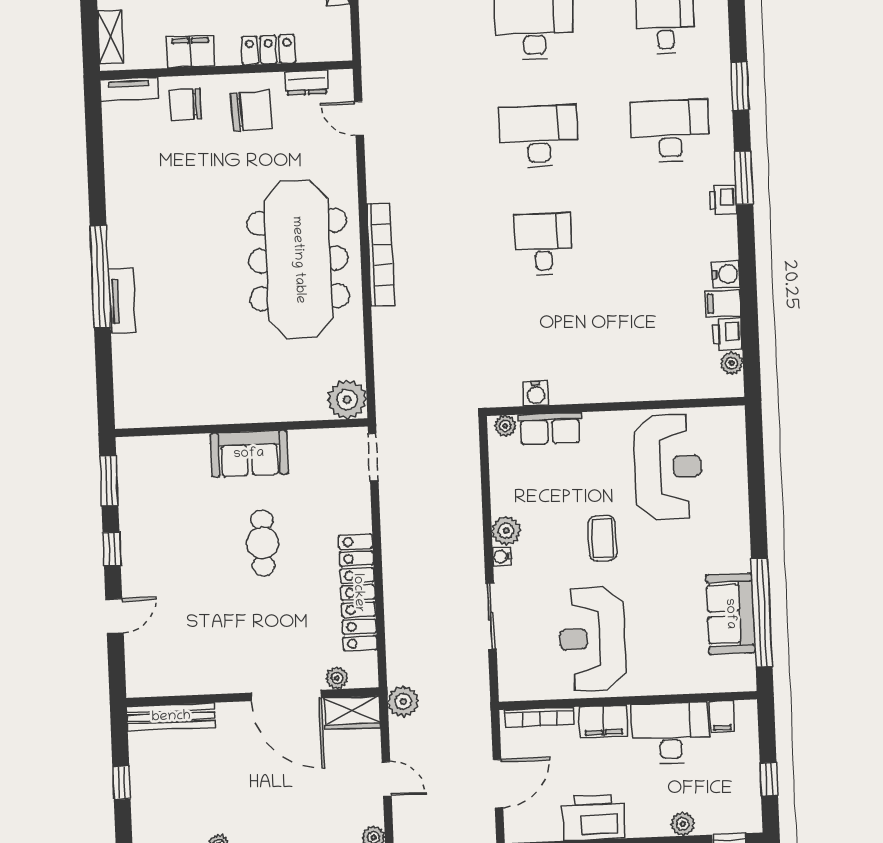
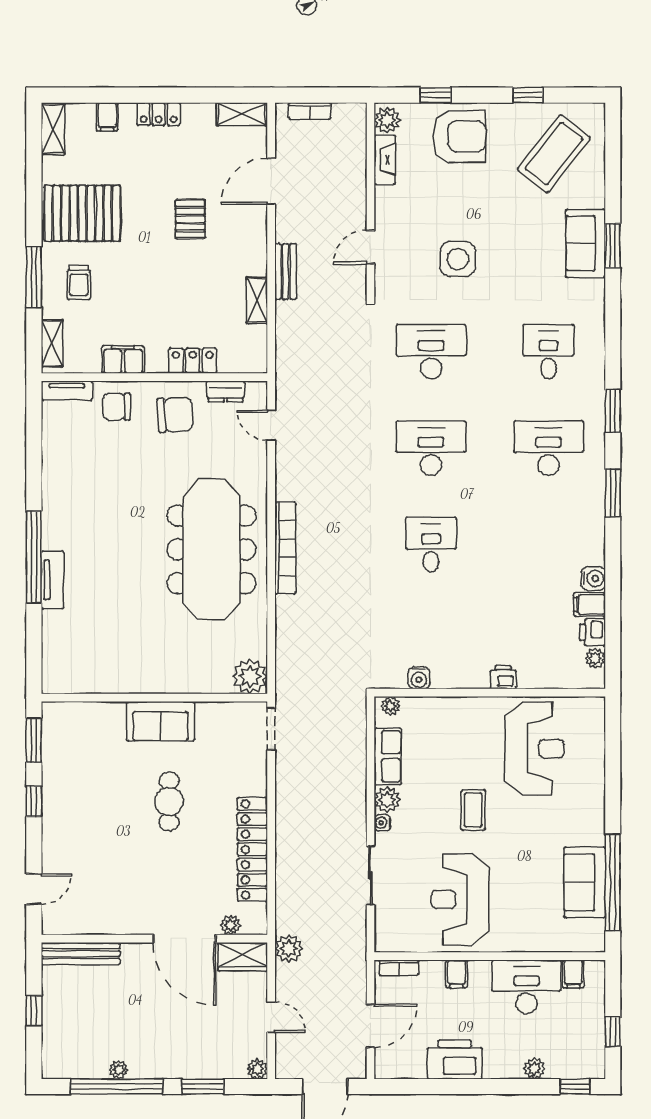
printer: (723, 200) -> (503, 677), moved, turned 90
row of seats: (550, 429) -> (388, 756), moved, turned -90
door: (114, 616) -> (34, 889), moved
bookcase: (539, 717) -> (399, 968), width x0.64
filing cabinet: (604, 721) -> (457, 974), width x0.50

